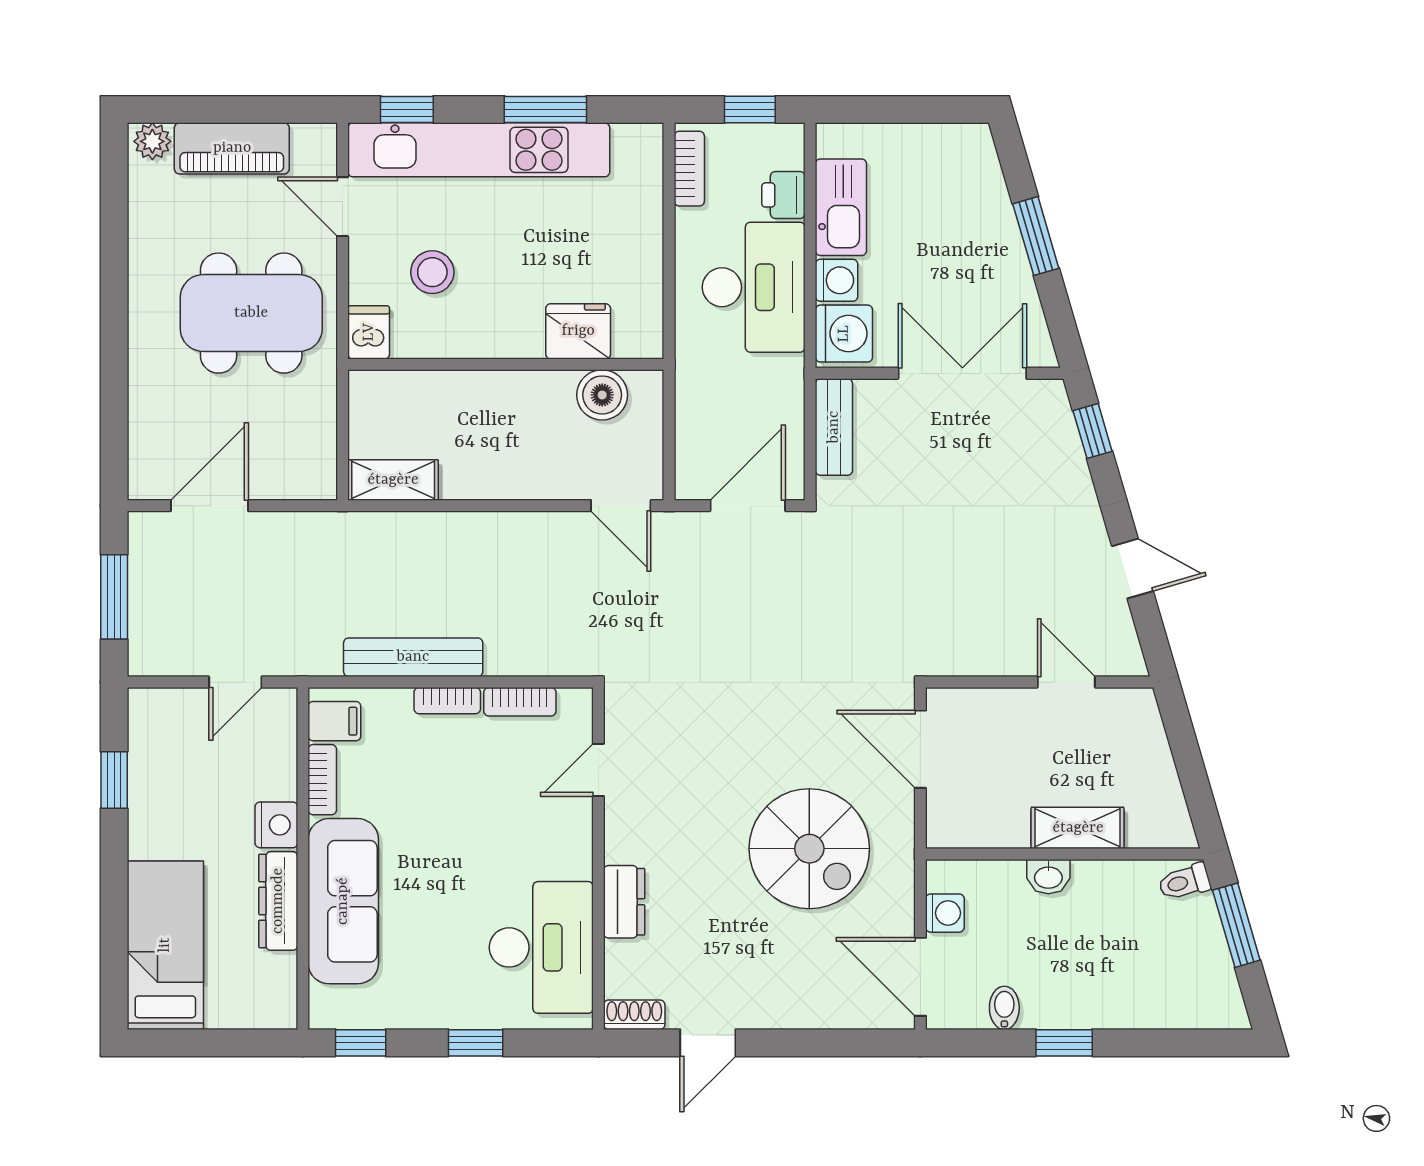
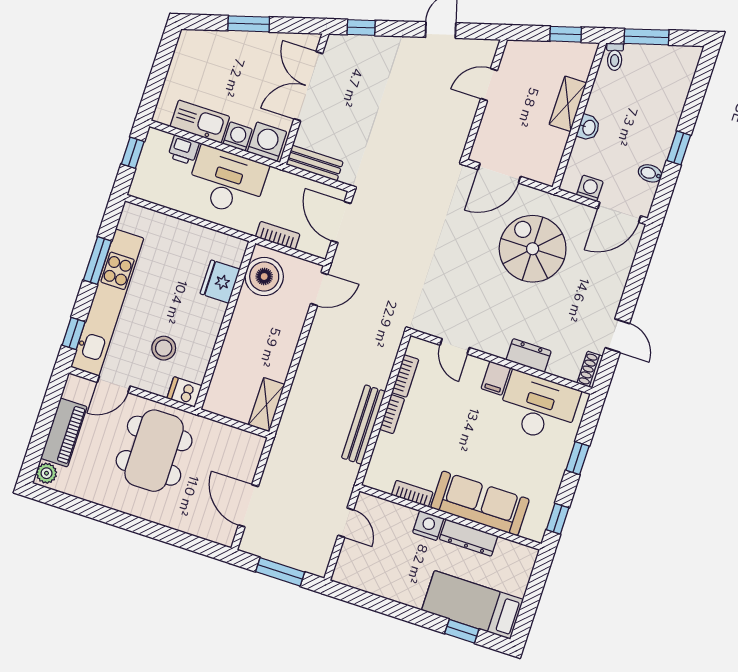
bookcase: (689, 169) -> (278, 235), moved
boiler: (602, 395) -> (264, 276), width x1.37, depth x1.37
filing cabinet: (334, 721) -> (496, 378), moved, turned 180
window: (114, 780) -> (462, 631), moved
window: (1196, 785) -> (566, 34), added
spiral stairs: (809, 849) -> (533, 249), turned -90

